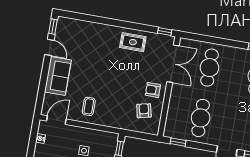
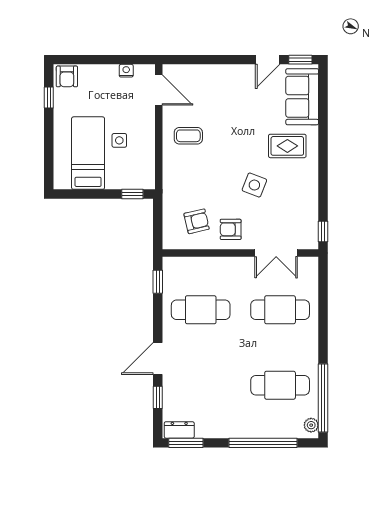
rug: (133, 42) -> (287, 146), moved, turned 90
double door: (173, 64) -> (276, 253), width x0.73
side table: (127, 70) -> (254, 185), added
sofa: (58, 76) -> (302, 97), moved, turned 90
armchair: (153, 90) -> (231, 229), turned -90

